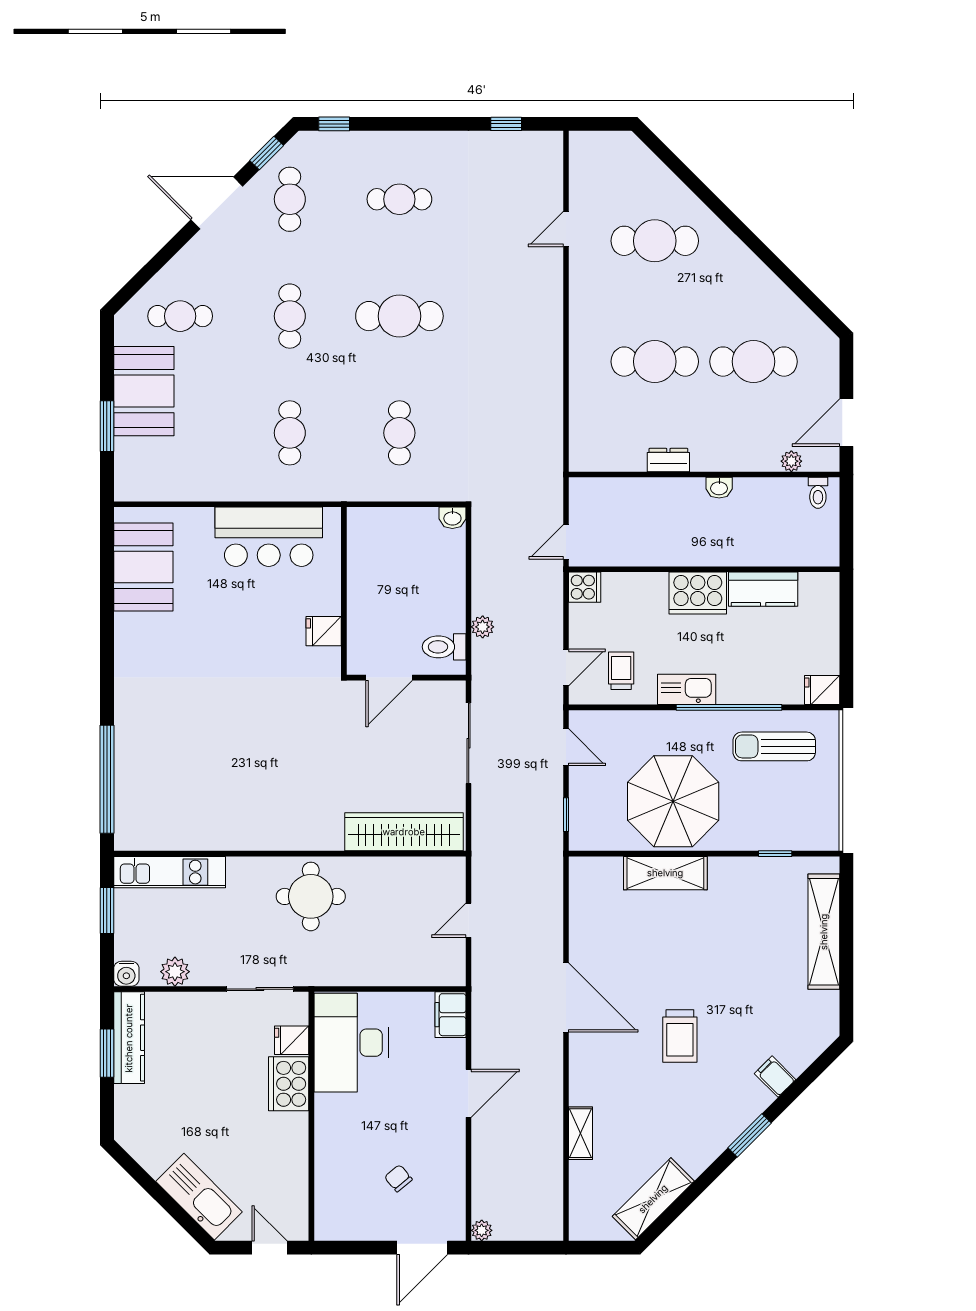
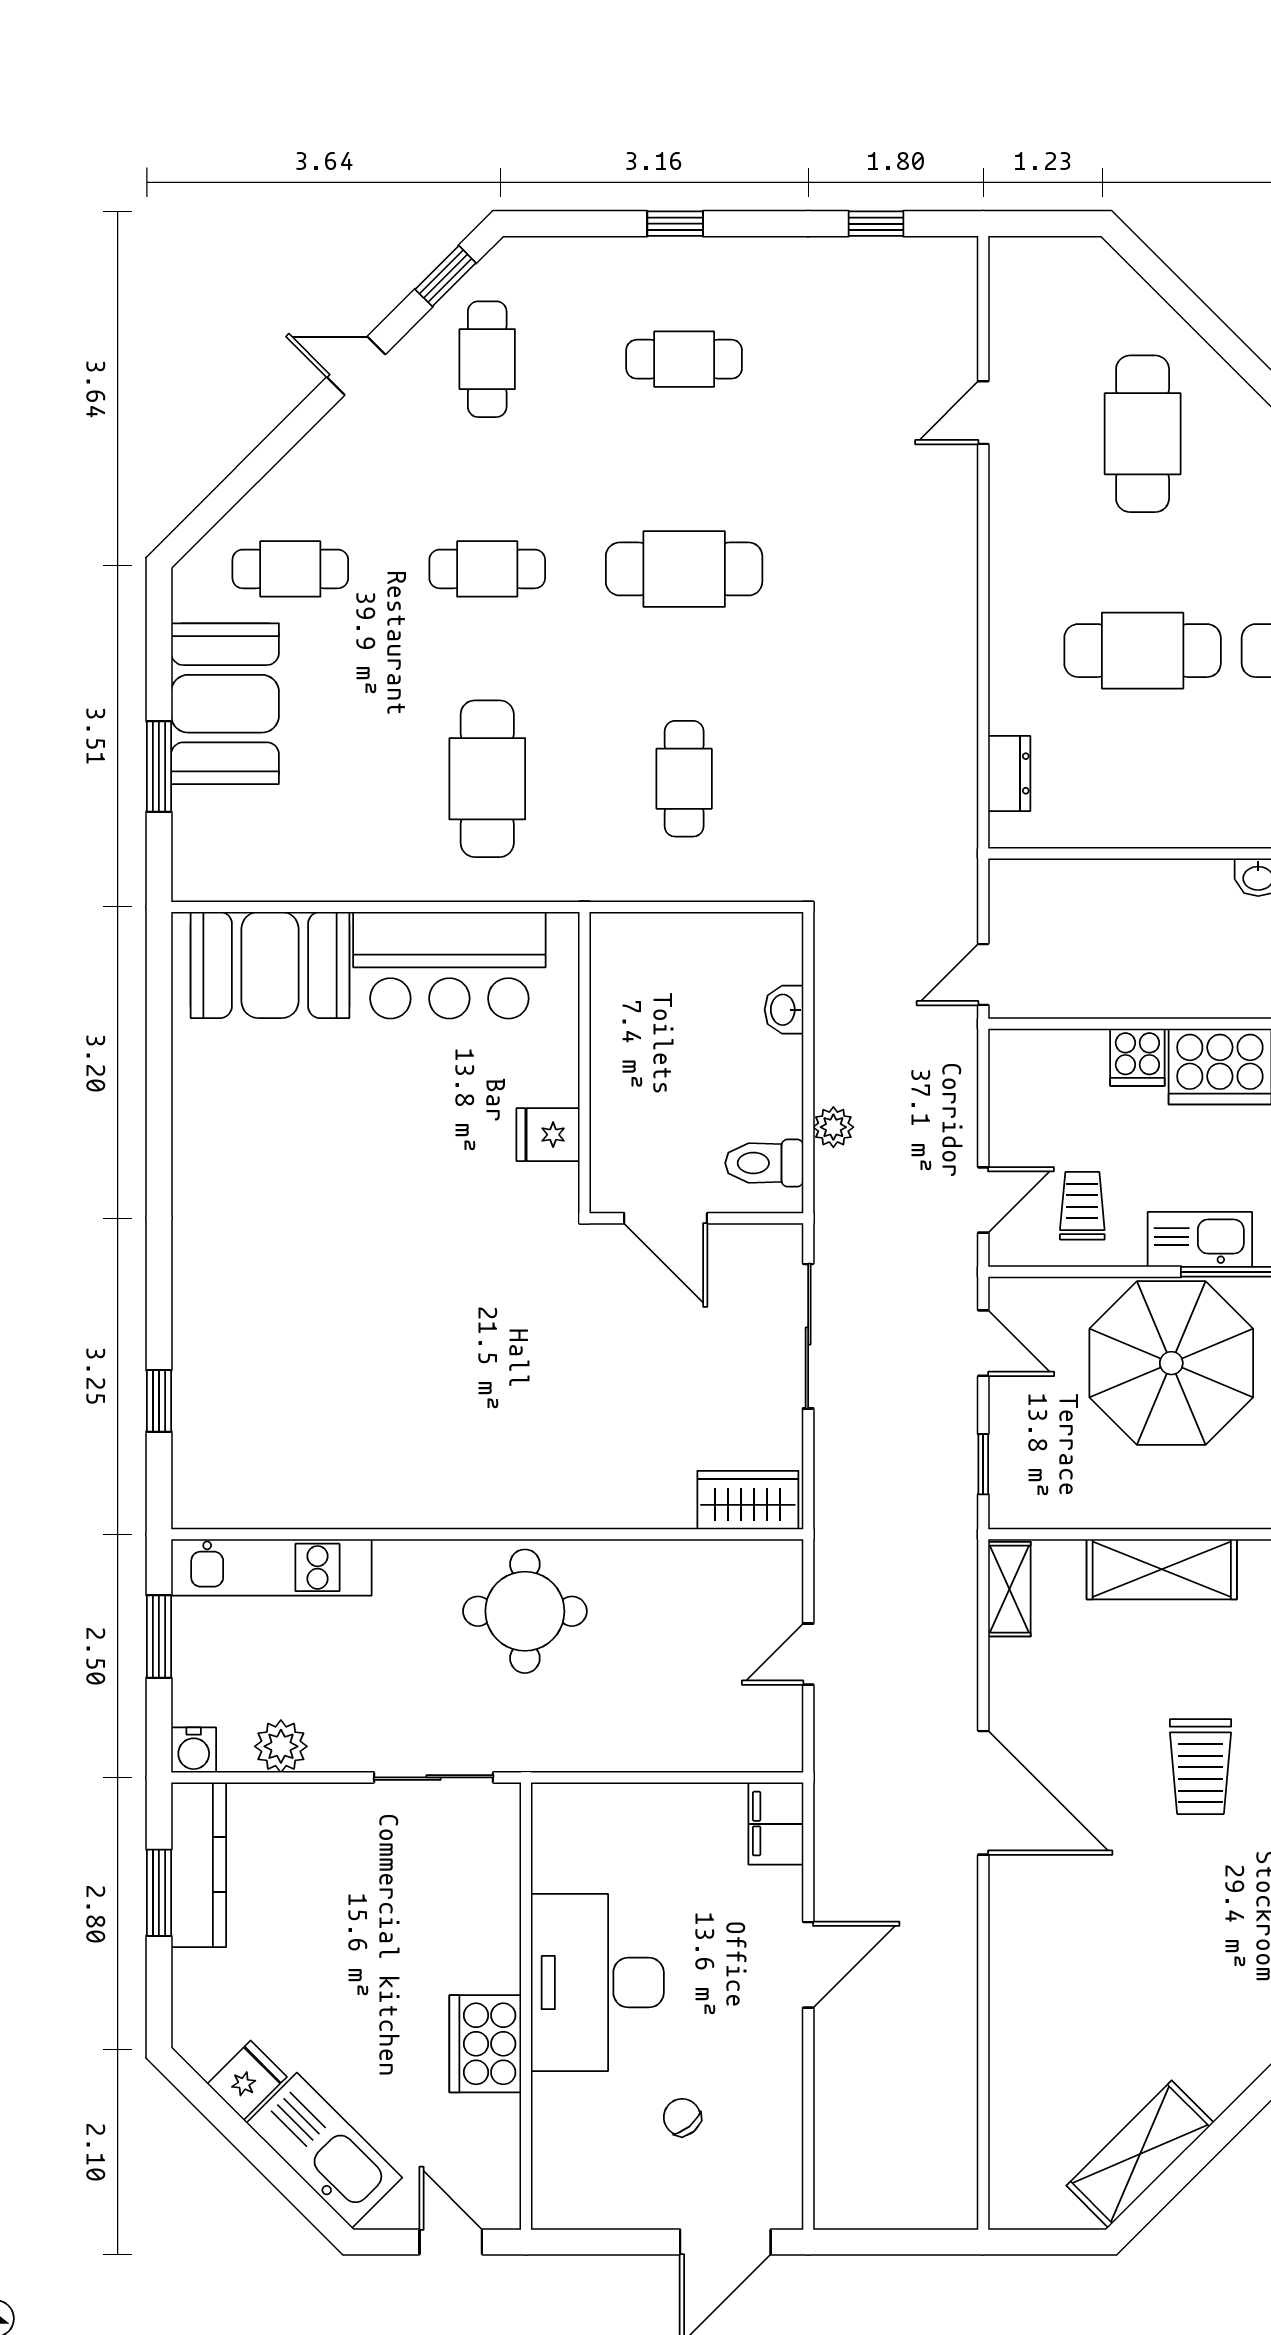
window: (334, 124) -> (675, 224), moved
door: (217, 203) -> (356, 366), width x0.53
cafe table: (655, 241) -> (1143, 434), turned 90
cafe table: (290, 316) -> (487, 569), turned 90
cafe table: (290, 433) -> (487, 779), width x1.37, depth x1.35
dresser: (668, 460) -> (1009, 773), moved, turned 90
washbasin: (452, 518) -> (784, 1010), moved, turned 90
booth: (143, 567) -> (270, 965), moved, turned 90
cooker: (585, 587) -> (1137, 1057), moved, turned 90
door: (389, 678) -> (666, 1218), hinge flipped
window: (107, 779) -> (159, 1401), width x0.32
parasol: (673, 801) -> (1171, 1363), moved
wardrobe: (404, 832) -> (748, 1500), width x0.48, depth x0.85
trolley: (680, 1036) -> (1200, 1767), moved
fridge: (292, 1040) -> (247, 2080), moved, turned 135
desk: (351, 1043) -> (597, 1983), moved
cooker: (289, 1084) -> (485, 2044), moved
shelving: (581, 1133) -> (1009, 1589), moved
plant: (482, 1230) -> (832, 2211), removed

